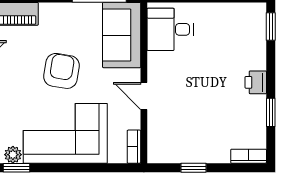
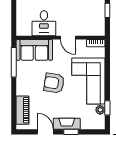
desk: (170, 29) -> (44, 23), moved
door: (144, 96) -> (68, 38), hinge flipped

